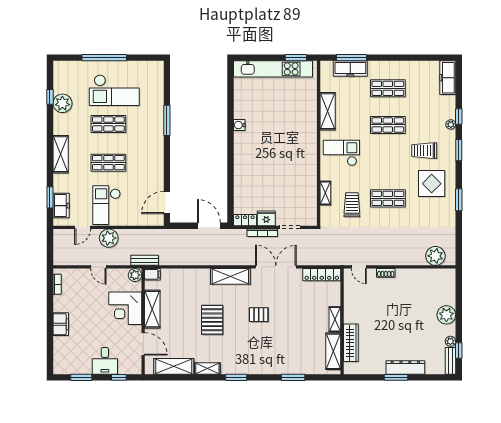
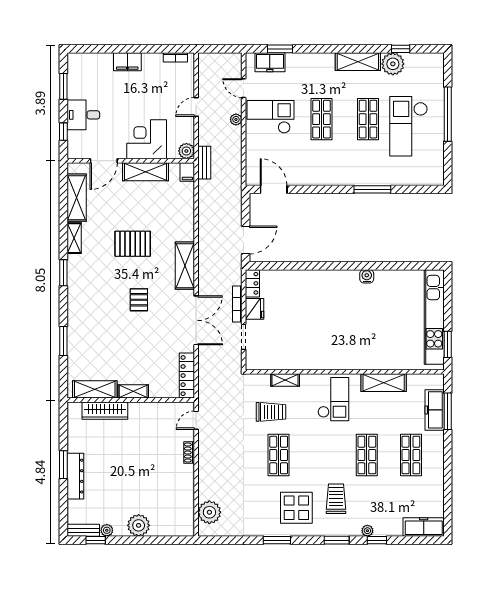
shelving: (61, 154) -> (358, 62), moved
plant: (109, 238) -> (236, 119), width x0.53, depth x0.53

